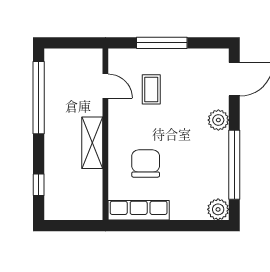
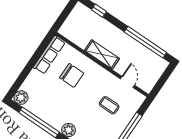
door: (105, 86) -> (128, 82), swing flipped

